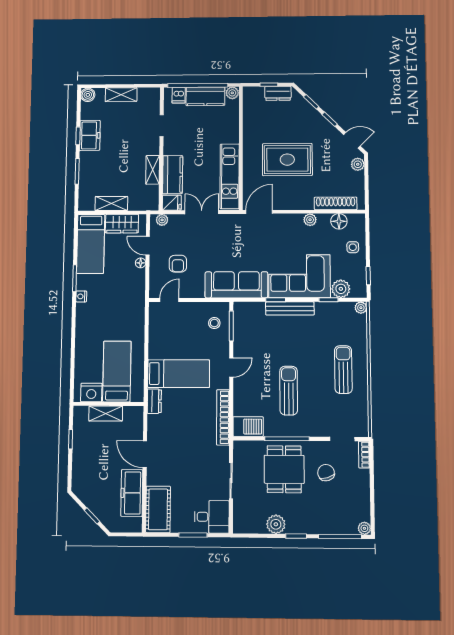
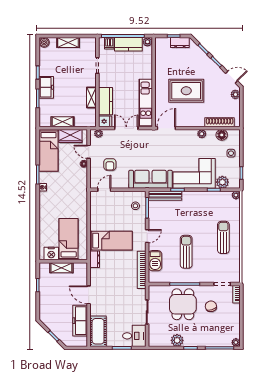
freezer: (90, 135) -> (46, 87), moved
bench: (290, 308) -> (165, 196), moved
barbecue: (248, 427) -> (155, 261), moved, turned 90

